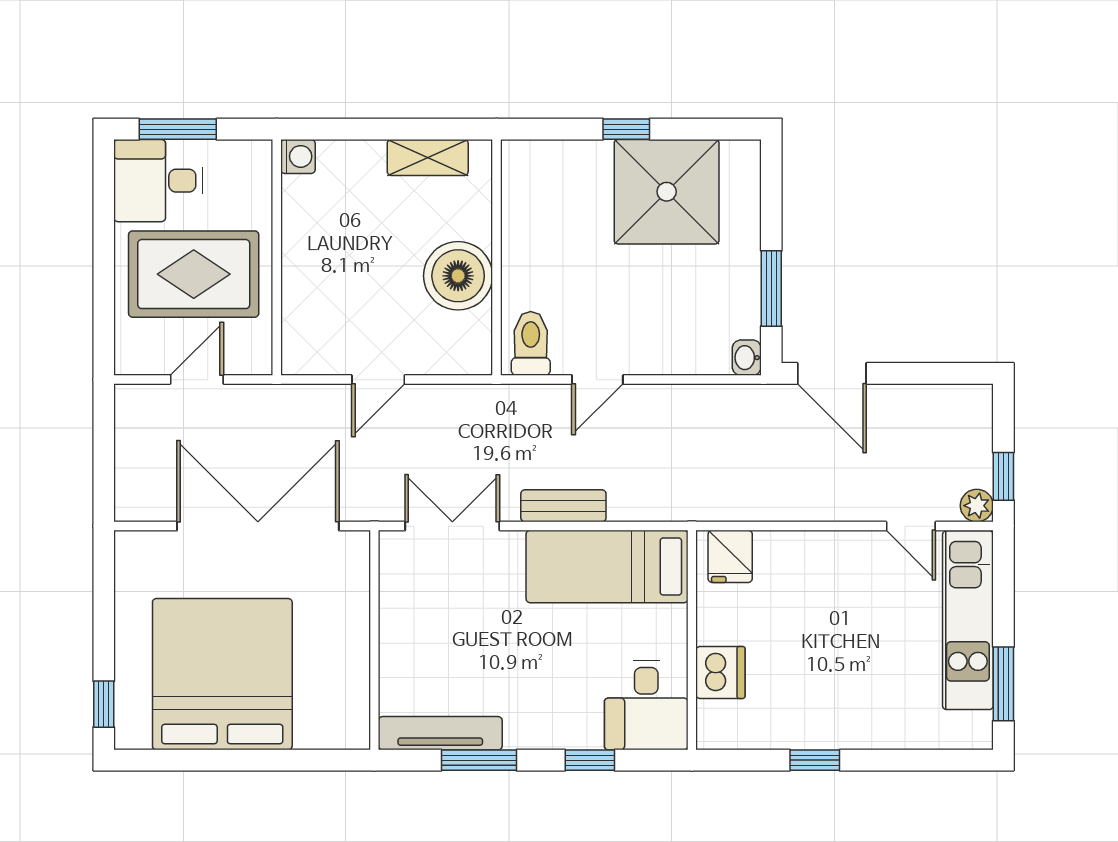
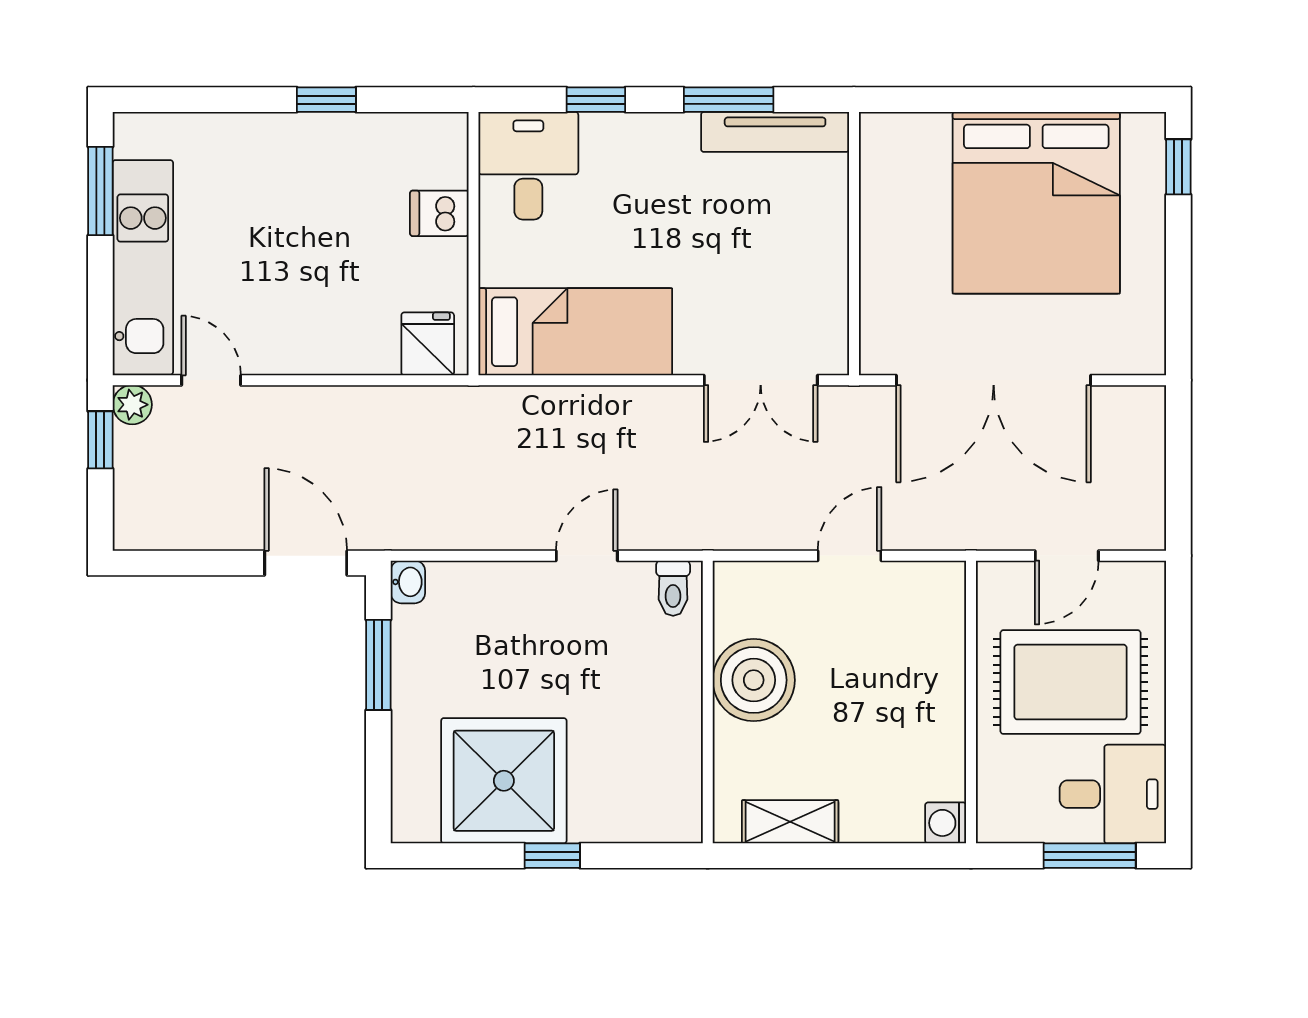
toilet: (531, 343) -> (673, 588), width x0.73, depth x0.72
bench: (563, 506) -> (628, 404), removed
dishwasher: (720, 672) -> (439, 213), width x0.73

